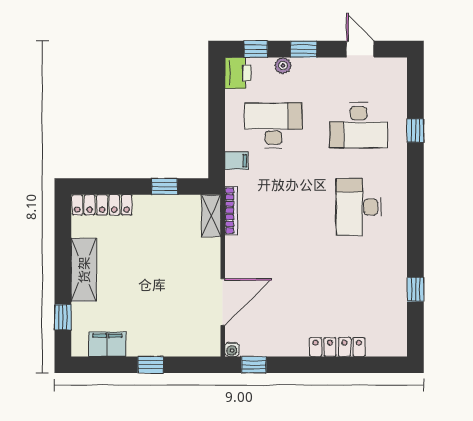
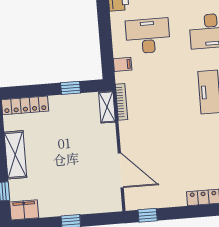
door: (223, 302) -> (121, 170), hinge flipped
filing cabinet: (107, 344) -> (24, 210), moved
water cooler: (232, 349) -> (131, 205), removed

